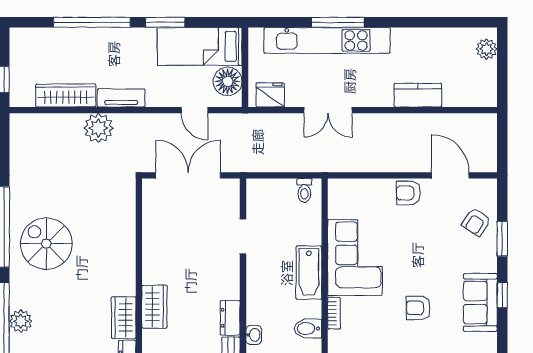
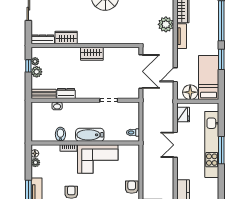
wardrobe: (154, 307) -> (92, 54), moved

